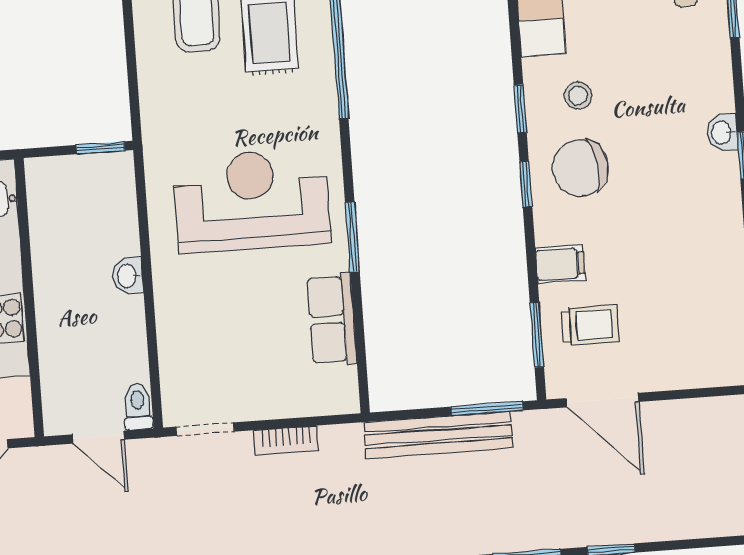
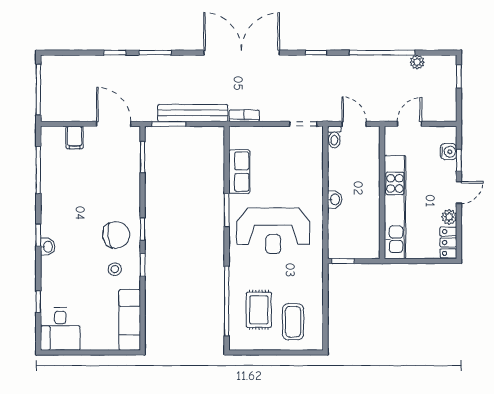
filing cabinet: (560, 264) -> (75, 137), moved, turned -90
trolley: (590, 325) -> (117, 160), removed
bookcase: (286, 440) -> (244, 116), moved

